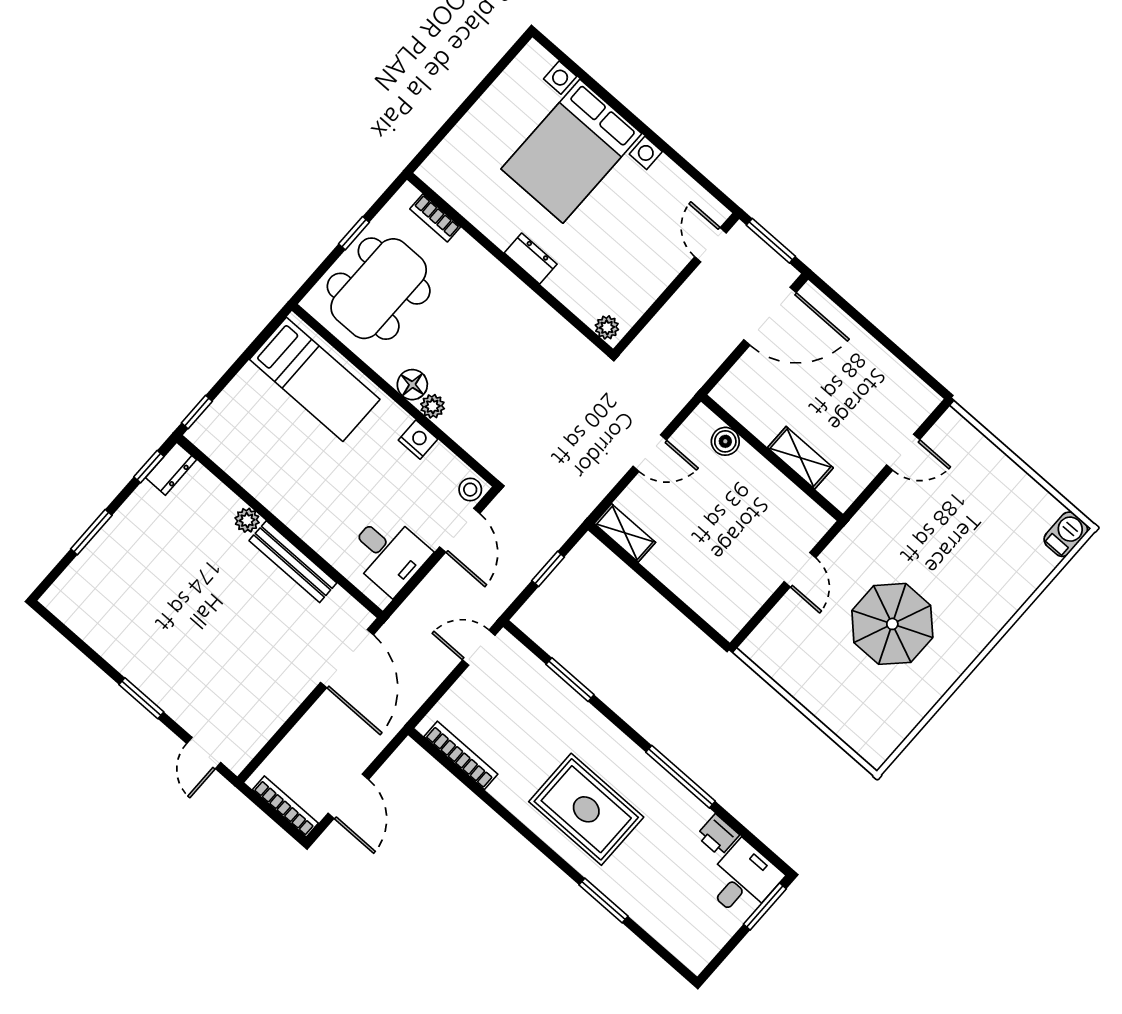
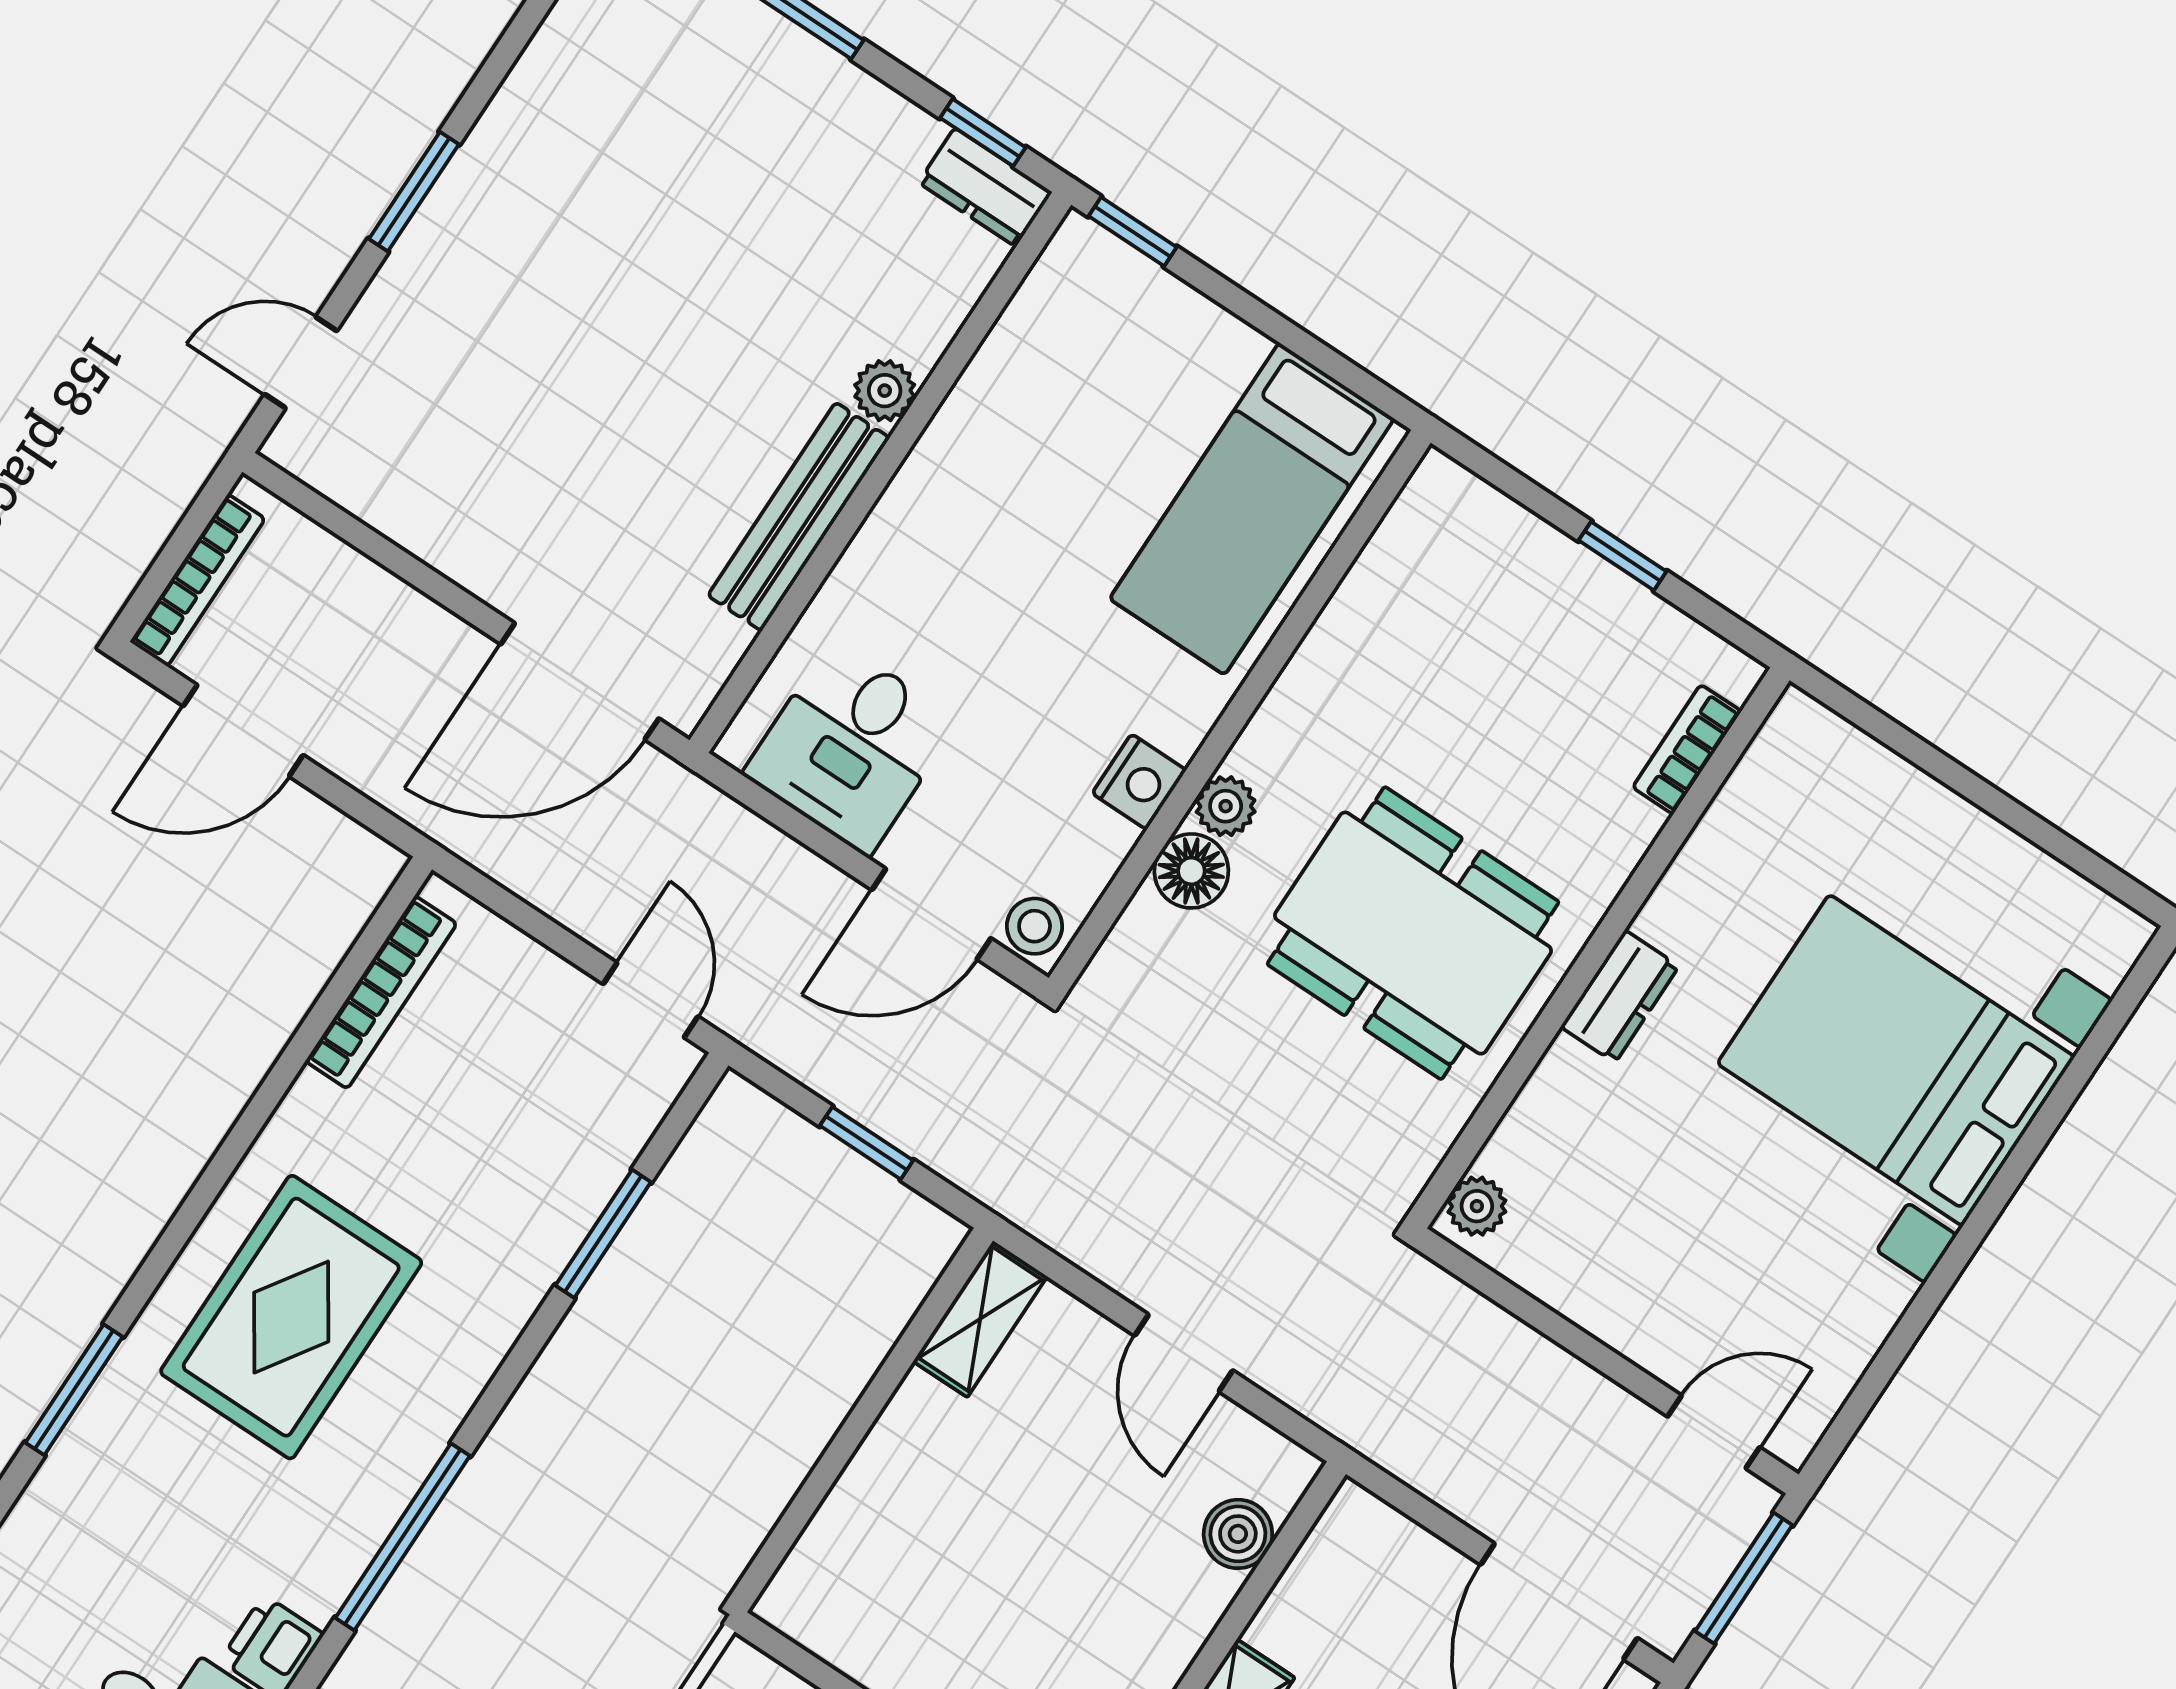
dining table: (379, 289) -> (1413, 933), moved
floor lamp: (412, 385) -> (1191, 871), moved

